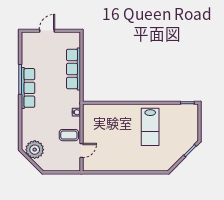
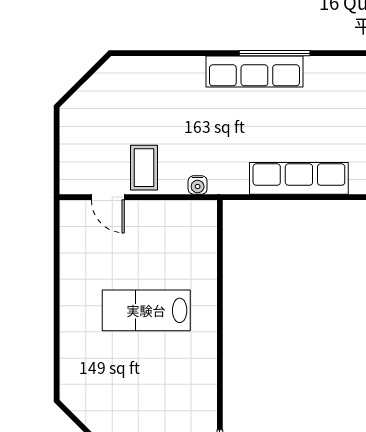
lab bench: (150, 127) -> (146, 310), moved
plant: (35, 150) -> (110, 87), removed

